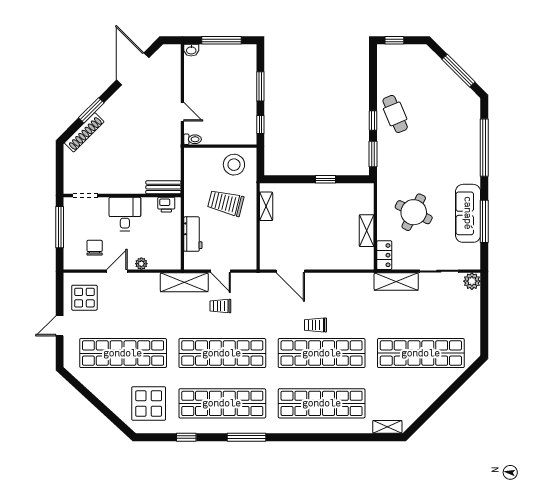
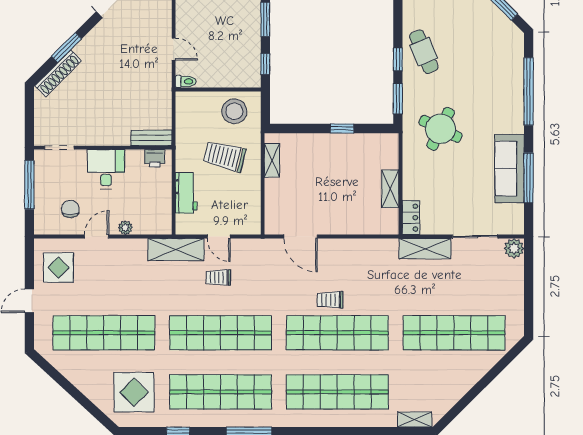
round table: (414, 212) -> (441, 129), moved

